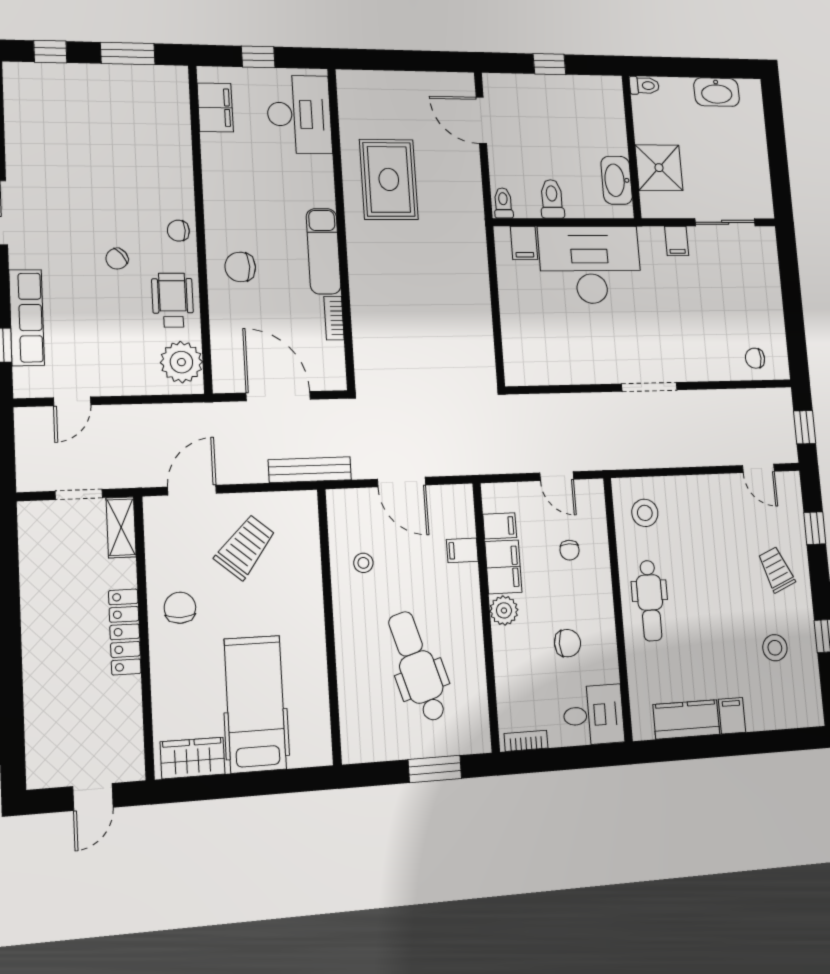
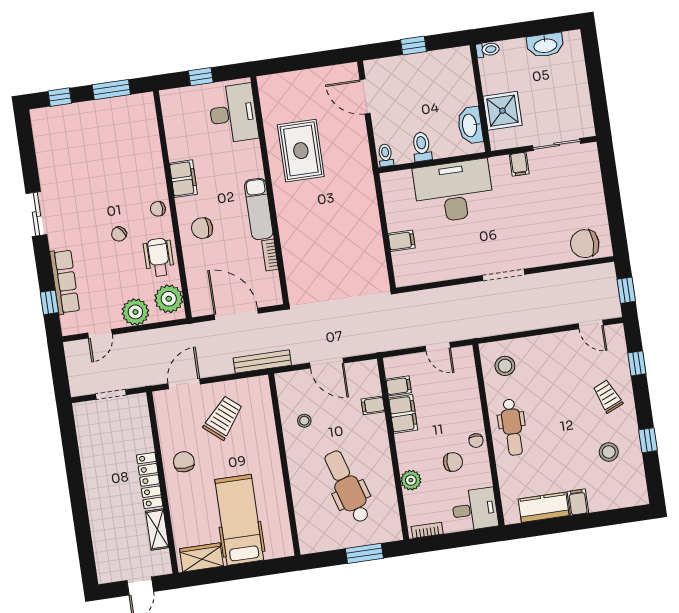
filing cabinet: (215, 107) -> (183, 179), moved
filing cabinet: (524, 243) -> (402, 241), moved, turned -90
chair: (755, 358) -> (585, 244), width x1.87, depth x1.87
plant: (130, 375) -> (135, 312), added
shelving: (121, 527) -> (157, 529), moved
chair: (569, 550) -> (476, 441), moved
plant: (504, 610) -> (411, 480), moved

